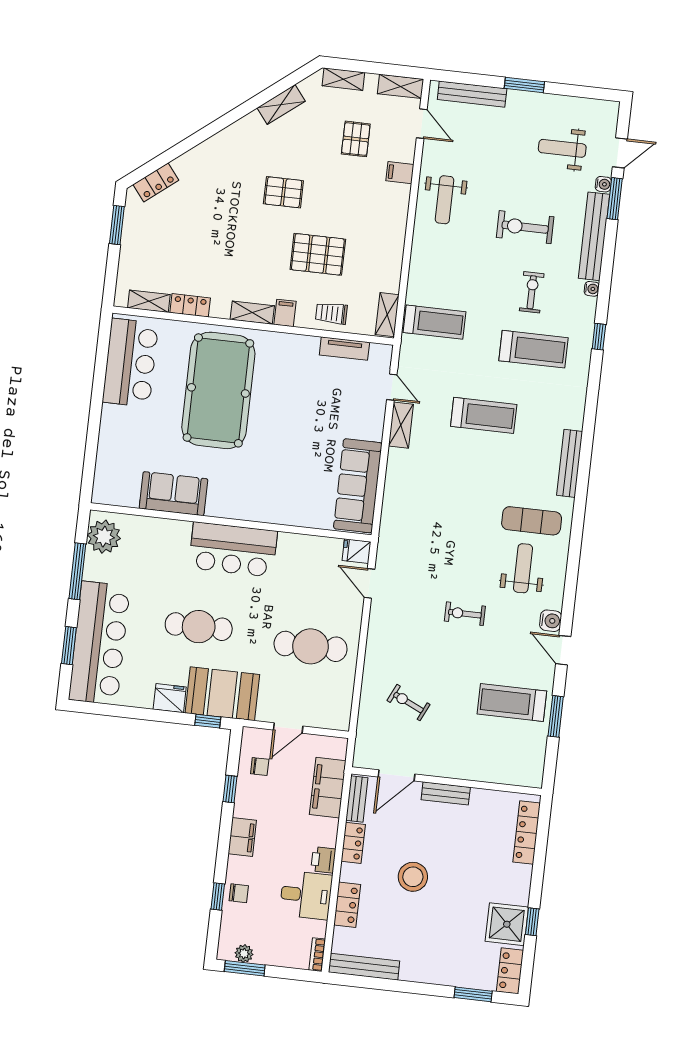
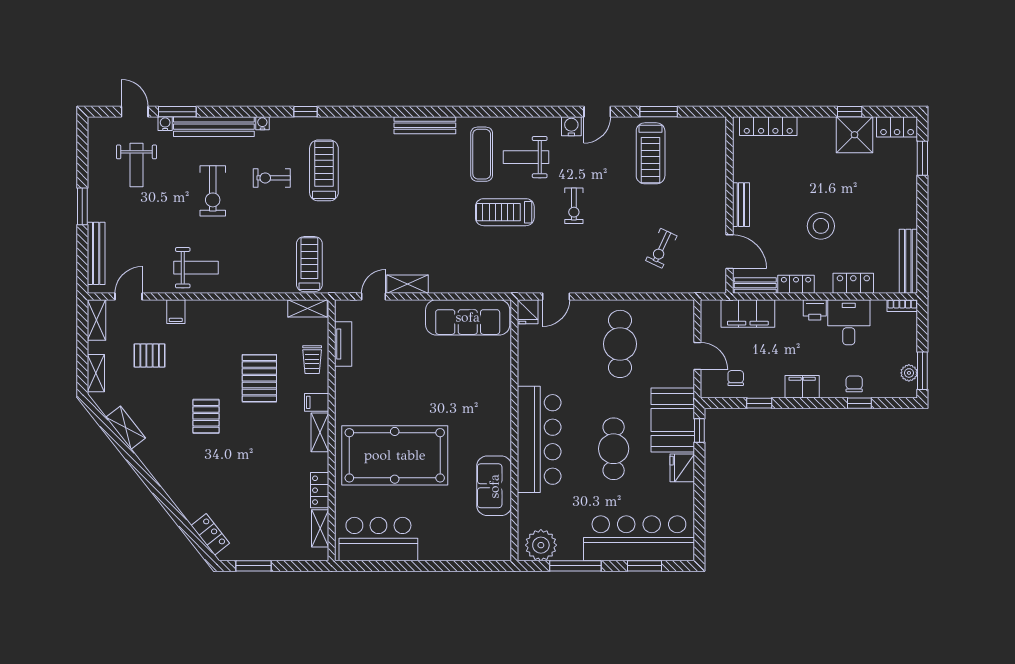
treadmill: (484, 415) -> (505, 212), moved, turned -90
bar counter: (233, 549) -> (539, 439), width x1.36

